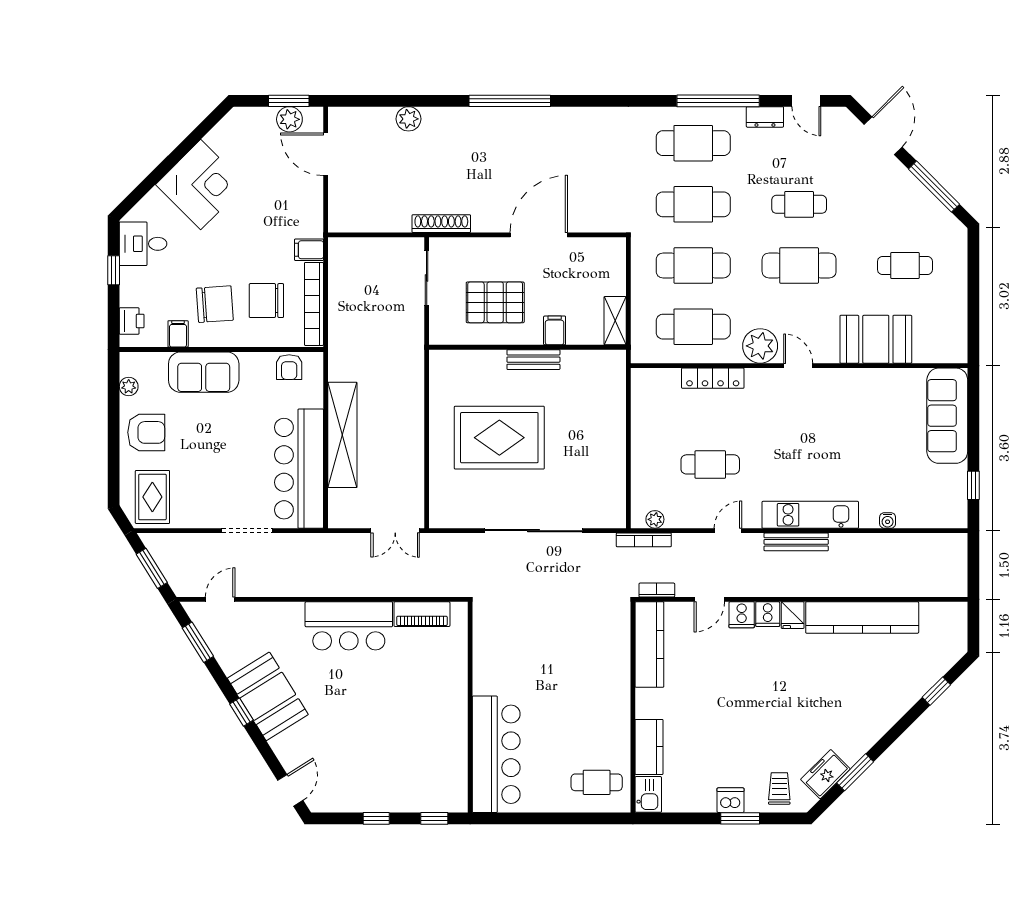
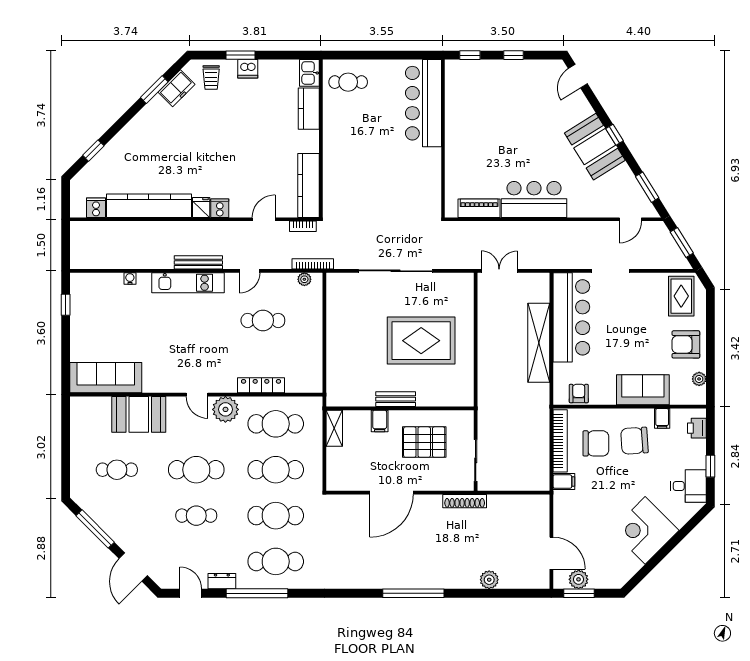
sofa: (947, 416) -> (106, 378), moved, turned -90
cooker: (742, 615) -> (96, 208), moved

